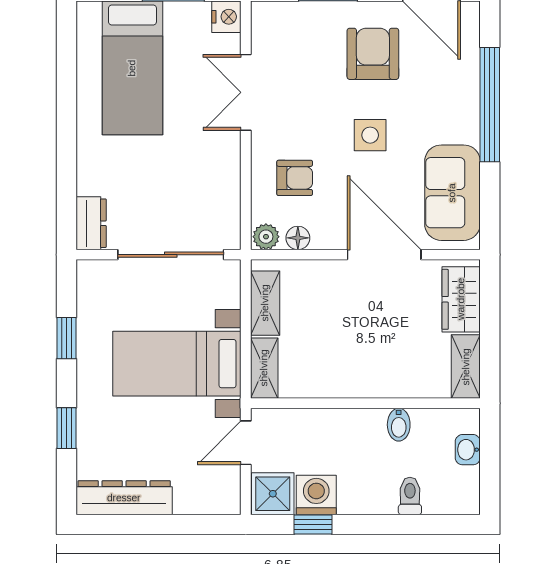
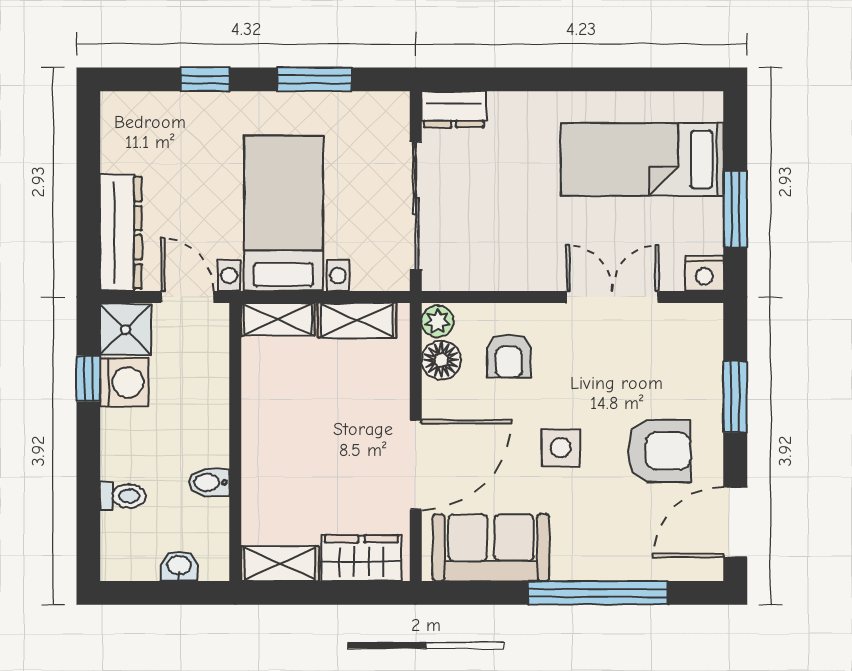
floor lamp: (298, 238) -> (441, 360), width x1.37, depth x1.37
window: (66, 338) -> (314, 79), width x1.50
dresser: (124, 498) -> (121, 233), moved

